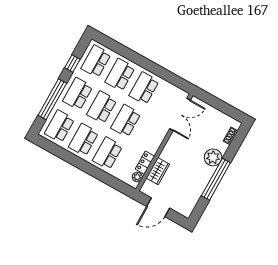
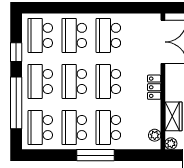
locker: (145, 163) -> (154, 87), moved
window: (87, 168) -> (95, 155), added
plant: (145, 189) -> (171, 144), added

